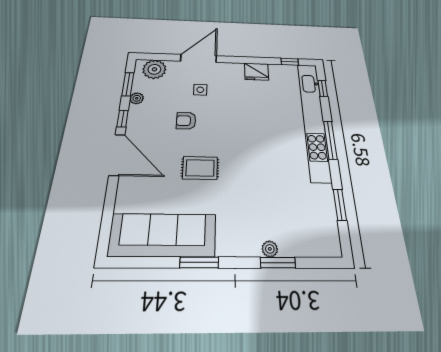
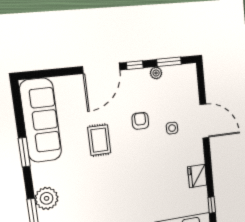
plant: (154, 69) -> (188, 83), removed
plant: (270, 249) -> (47, 198), width x1.87, depth x1.87

